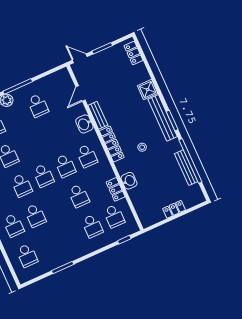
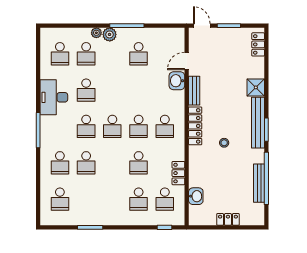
washbasin: (84, 124) -> (177, 81), moved
washbasin: (129, 181) -> (196, 196), moved

